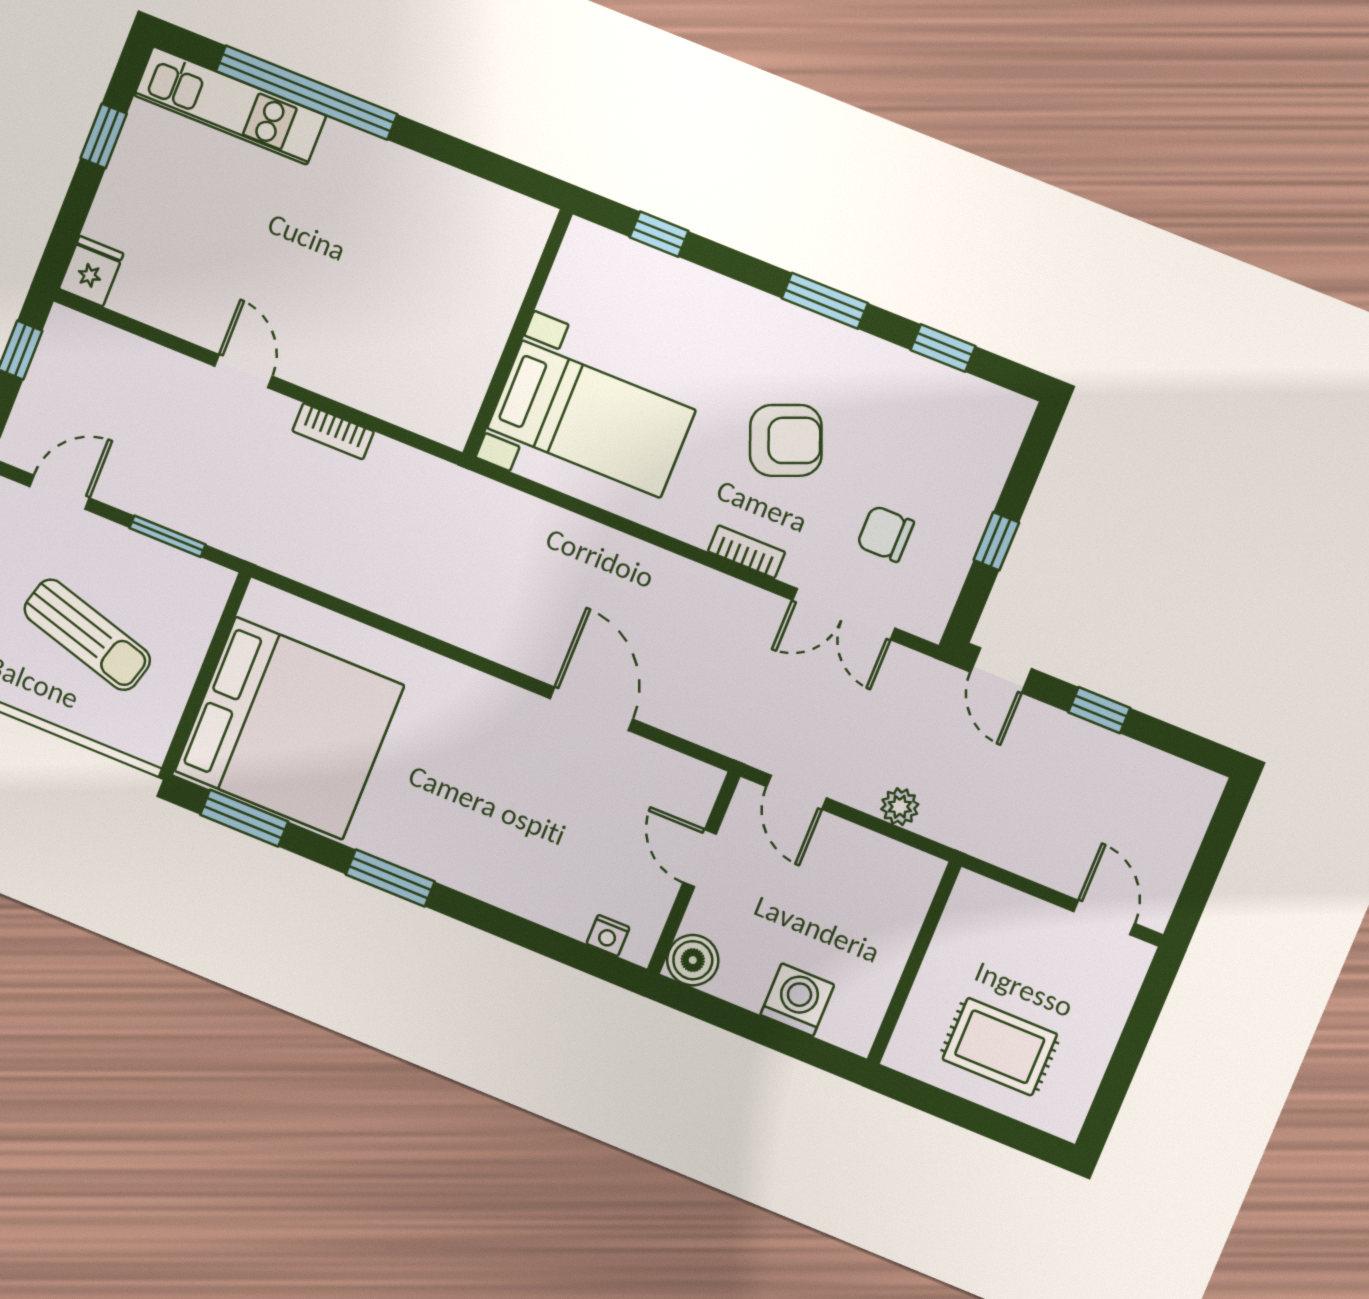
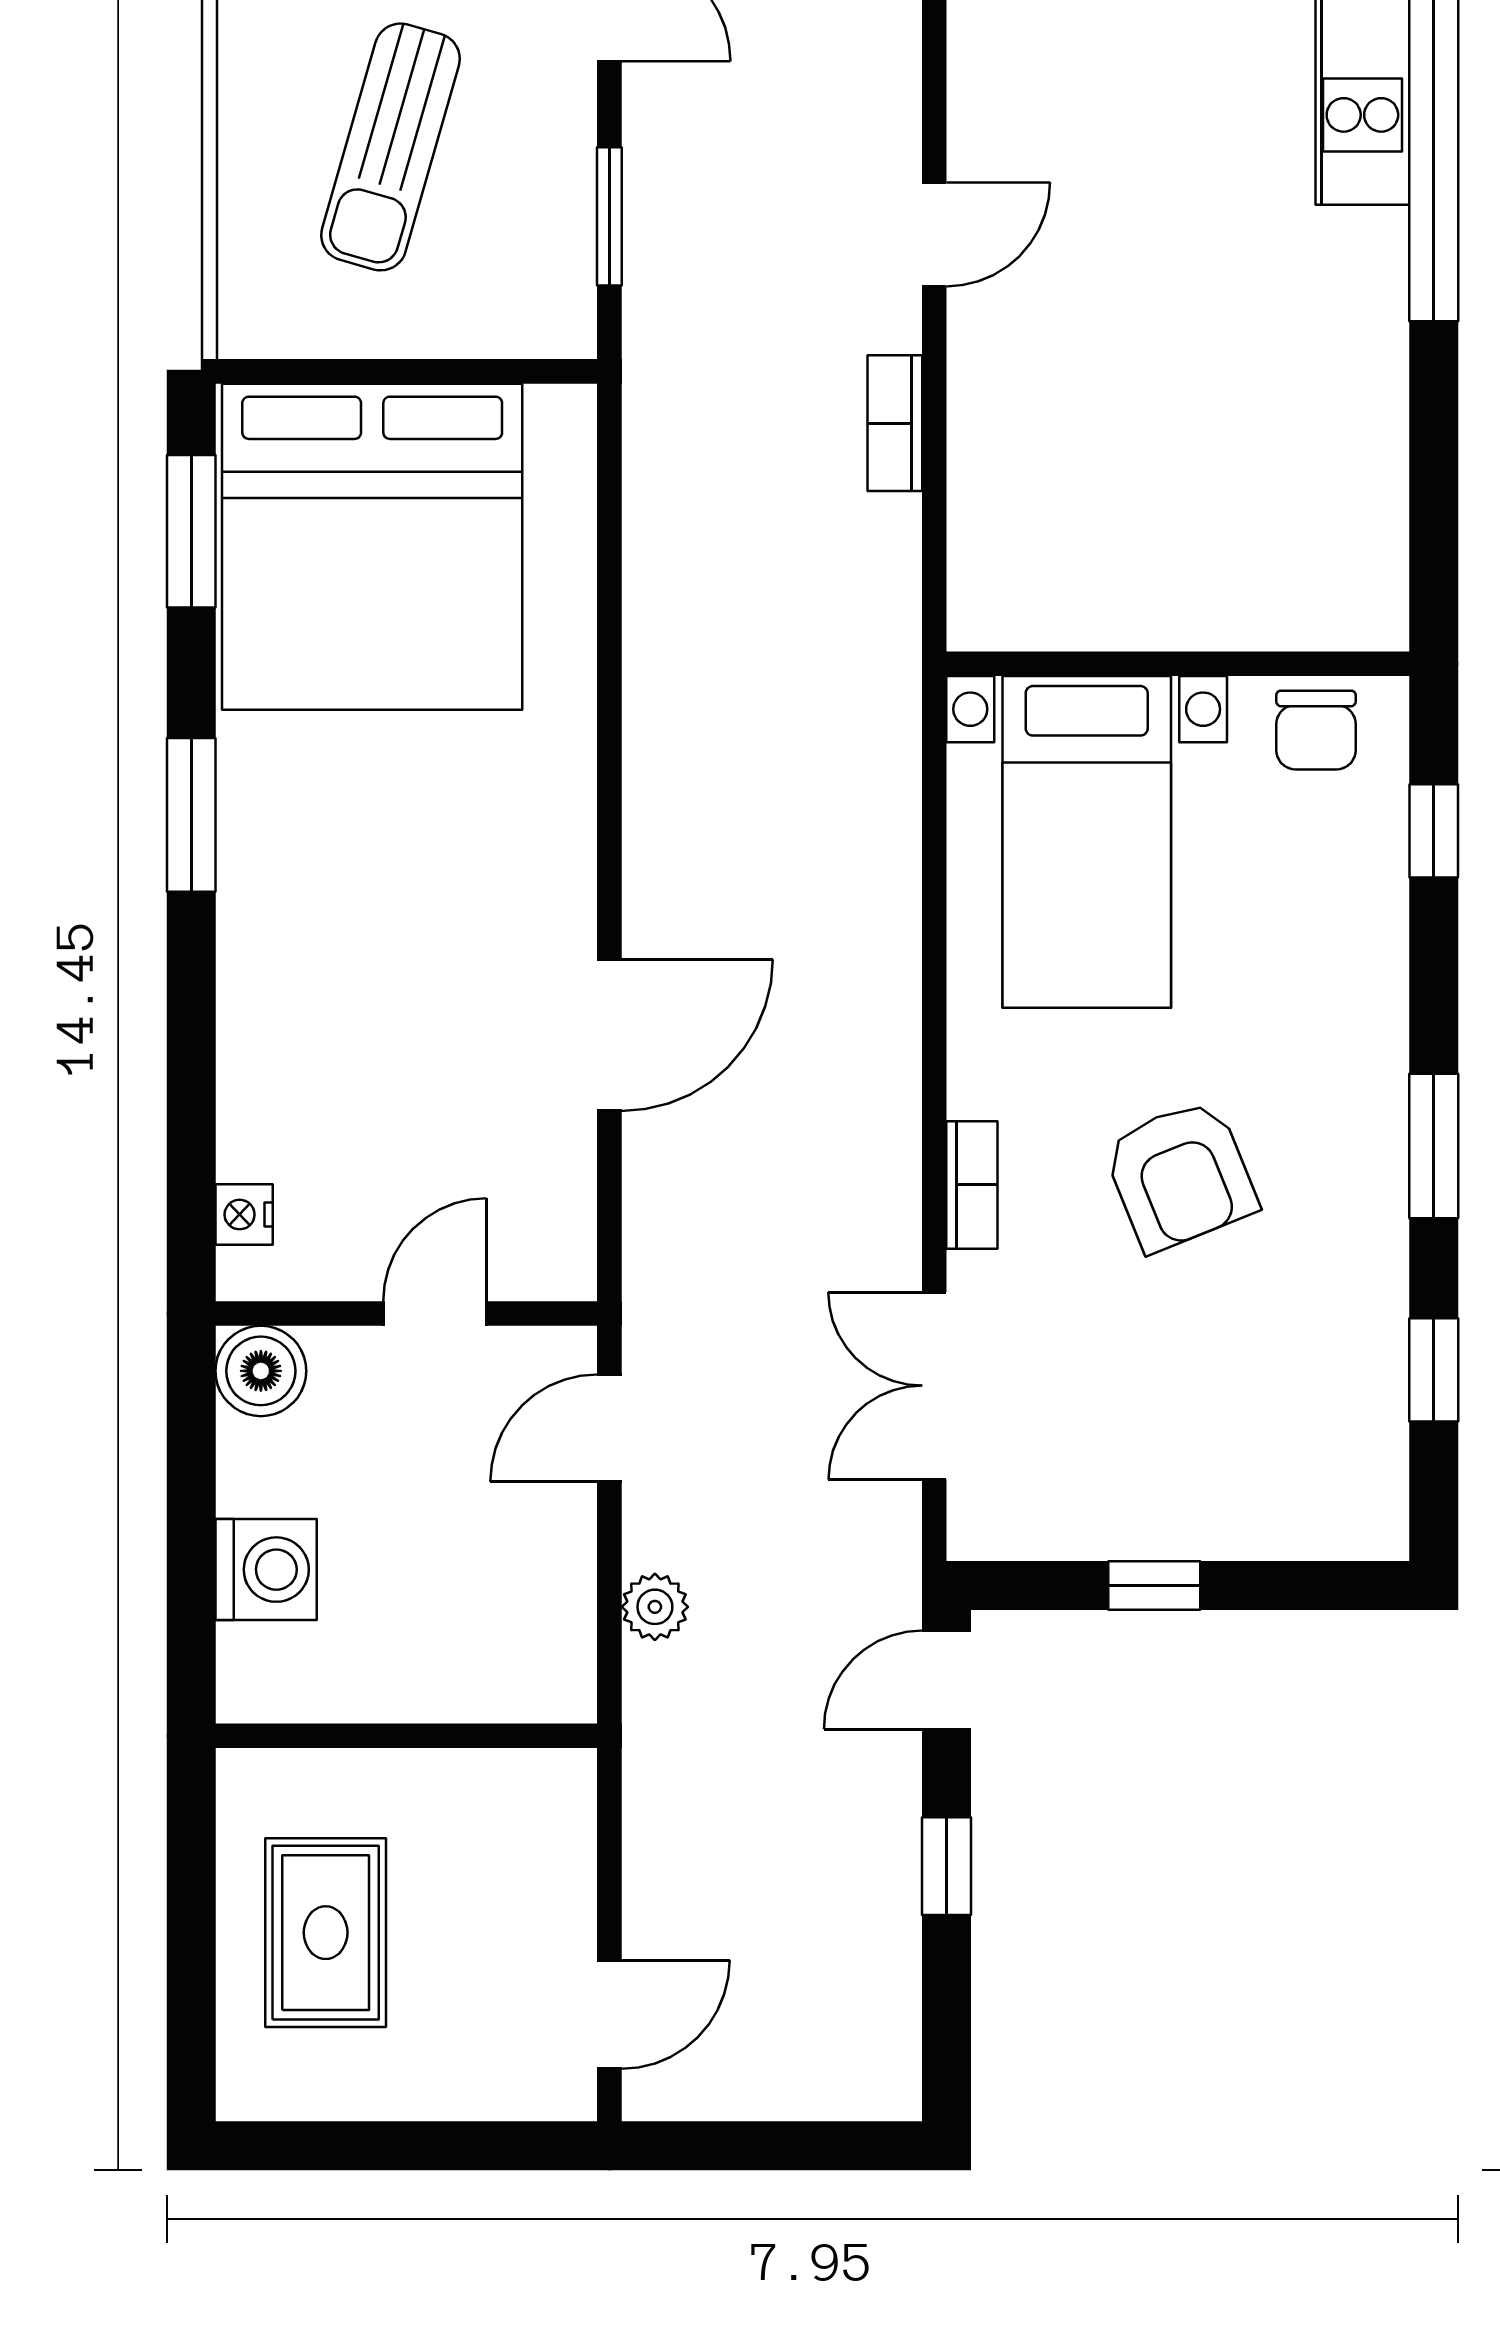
chair: (885, 534) -> (1316, 730), moved, turned 180

